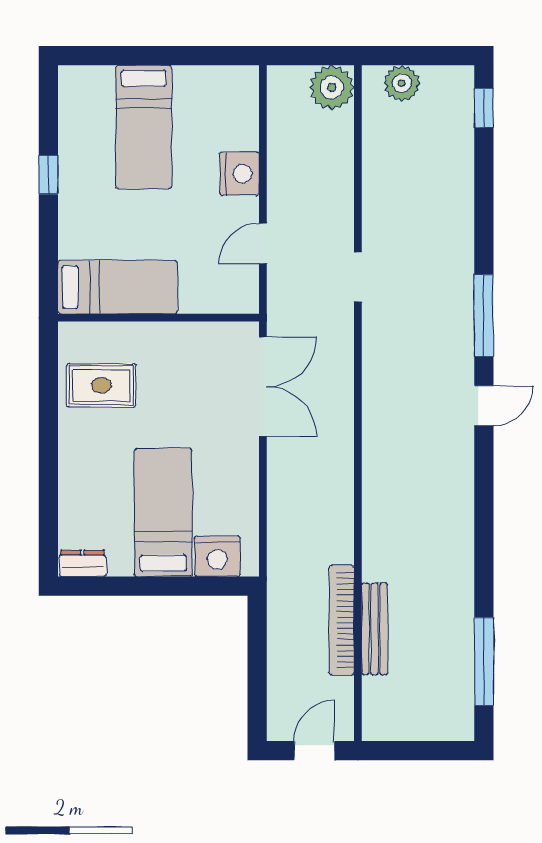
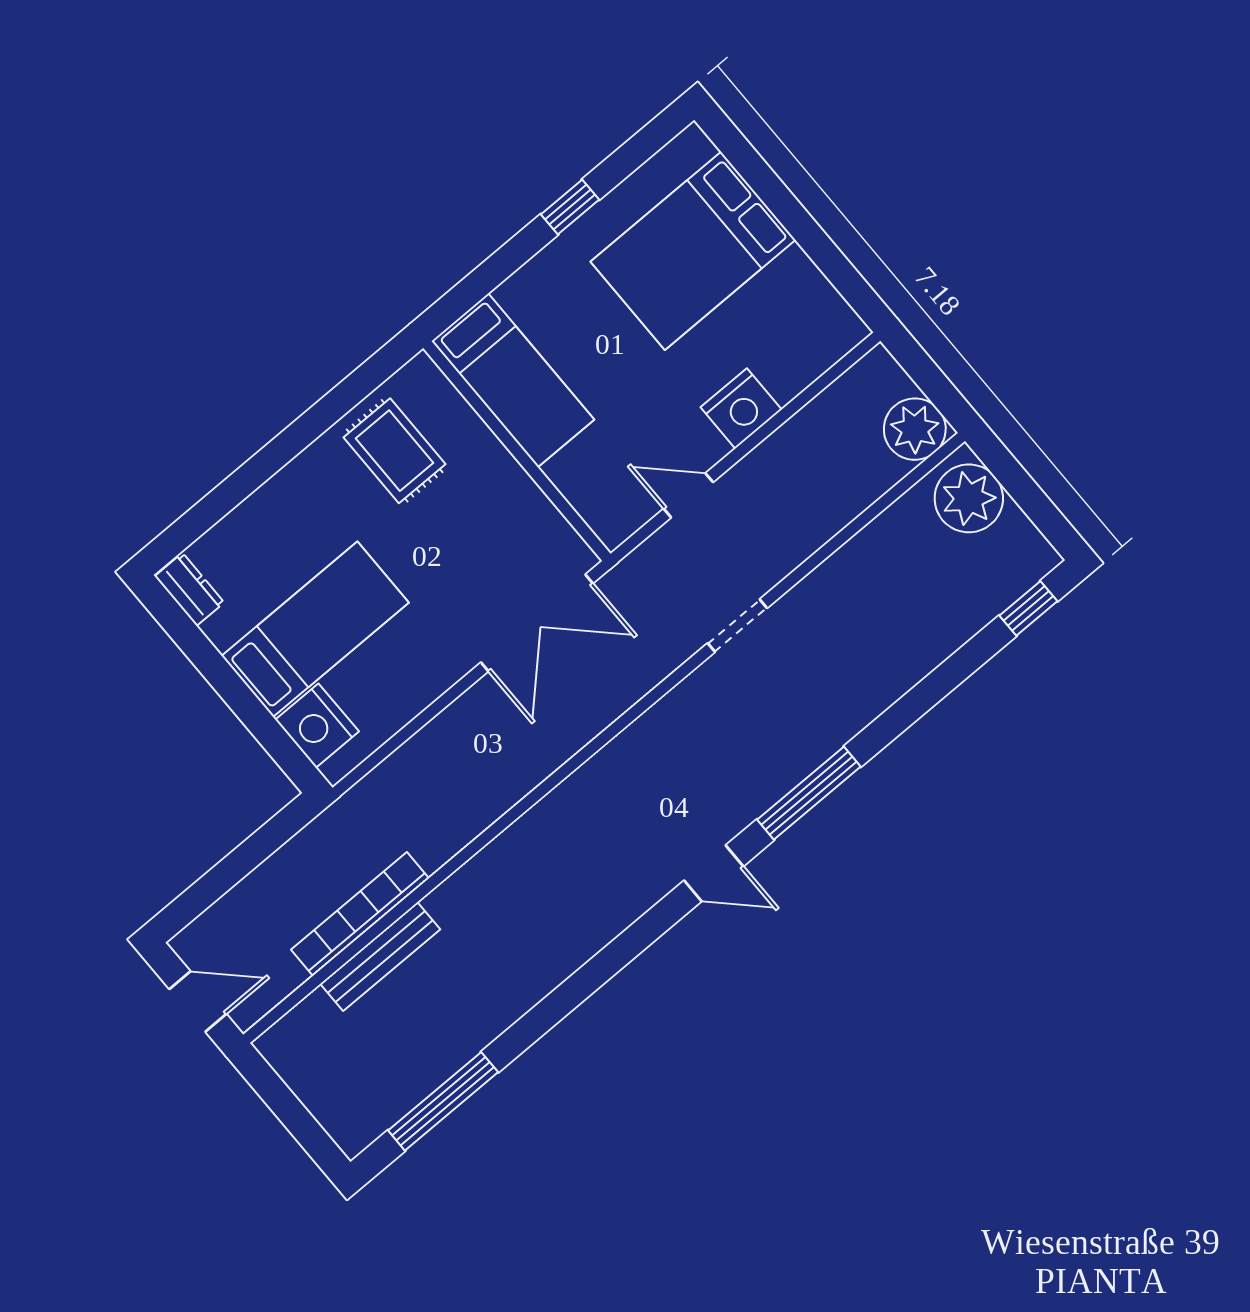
plant: (402, 83) -> (969, 498), width x1.36, depth x1.36
bed: (144, 127) -> (693, 251), width x1.50

